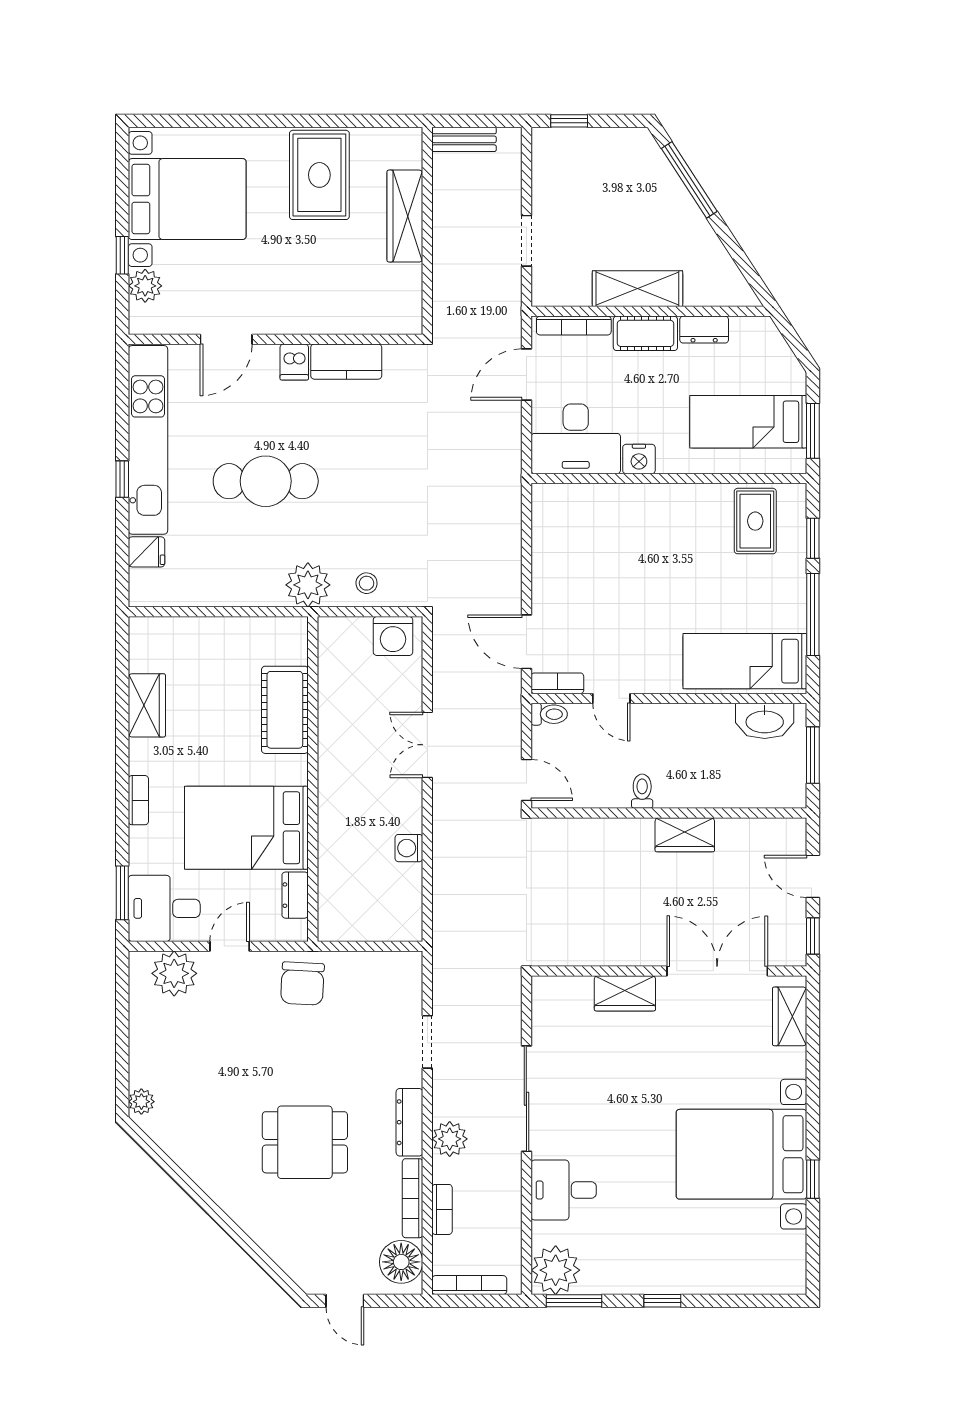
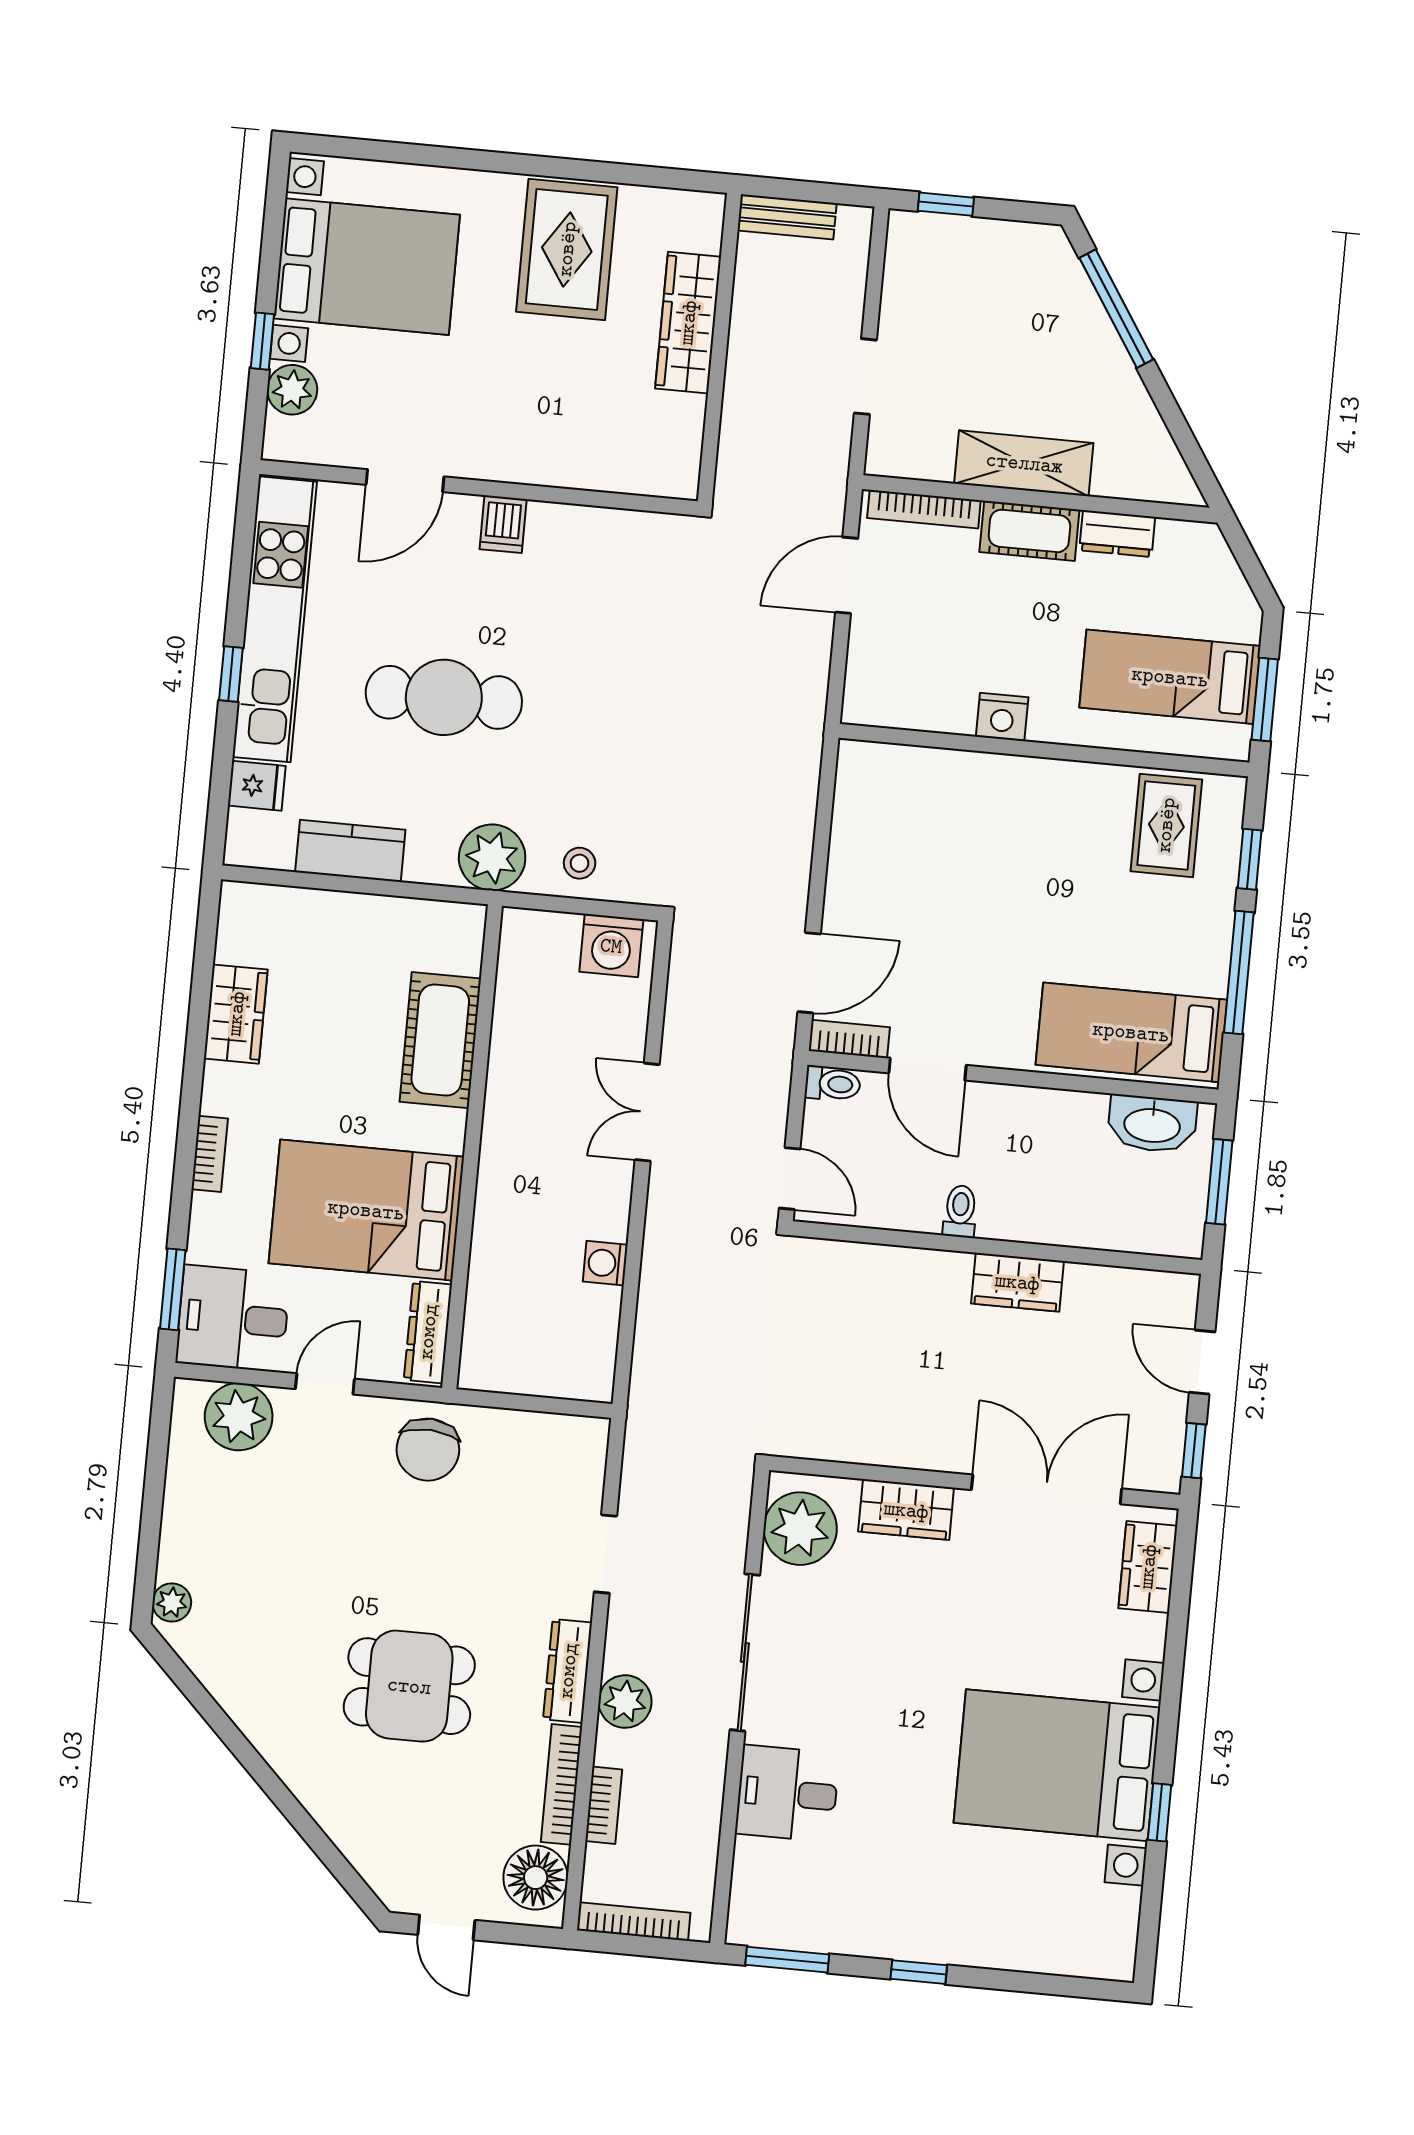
kitchen counter: (346, 362) -> (350, 851), moved, turned 180
desk: (576, 439) -> (911, 678), removed
door: (526, 642) -> (809, 973), swing flipped
door: (611, 698) -> (927, 1069), width x1.38
dresser: (295, 895) -> (428, 1332), width x1.44
plant: (556, 1270) -> (800, 1529), moved

